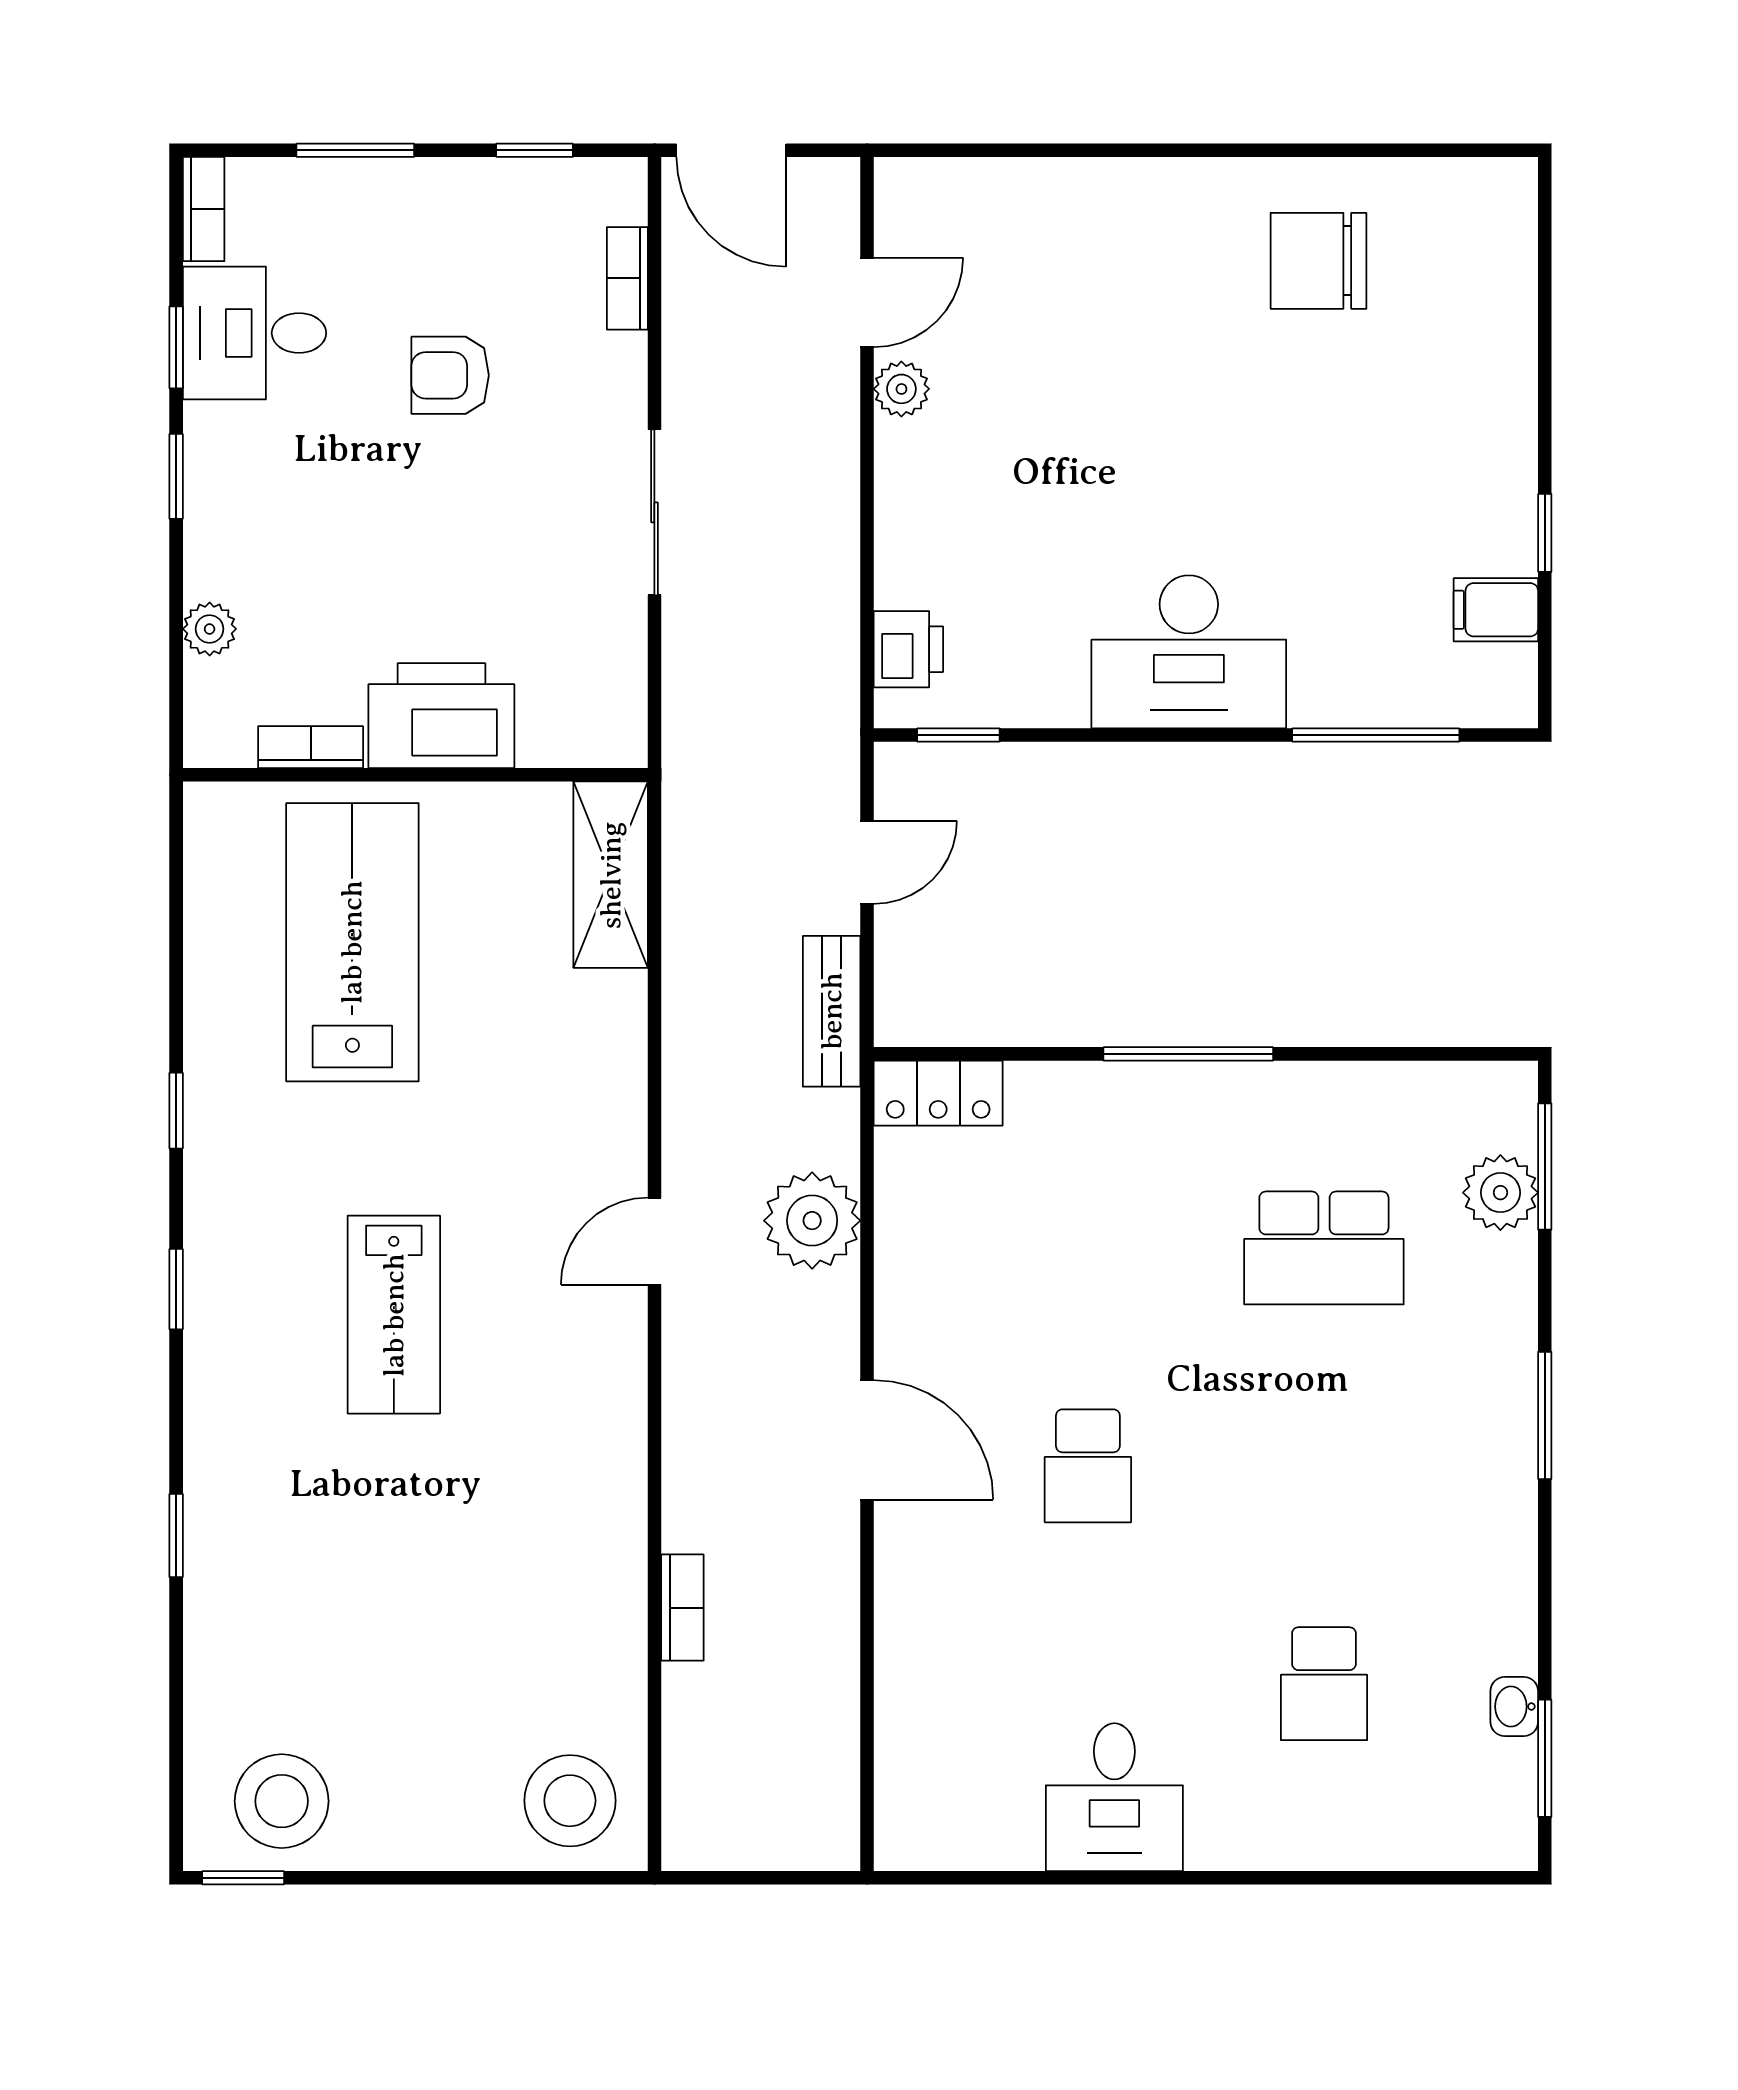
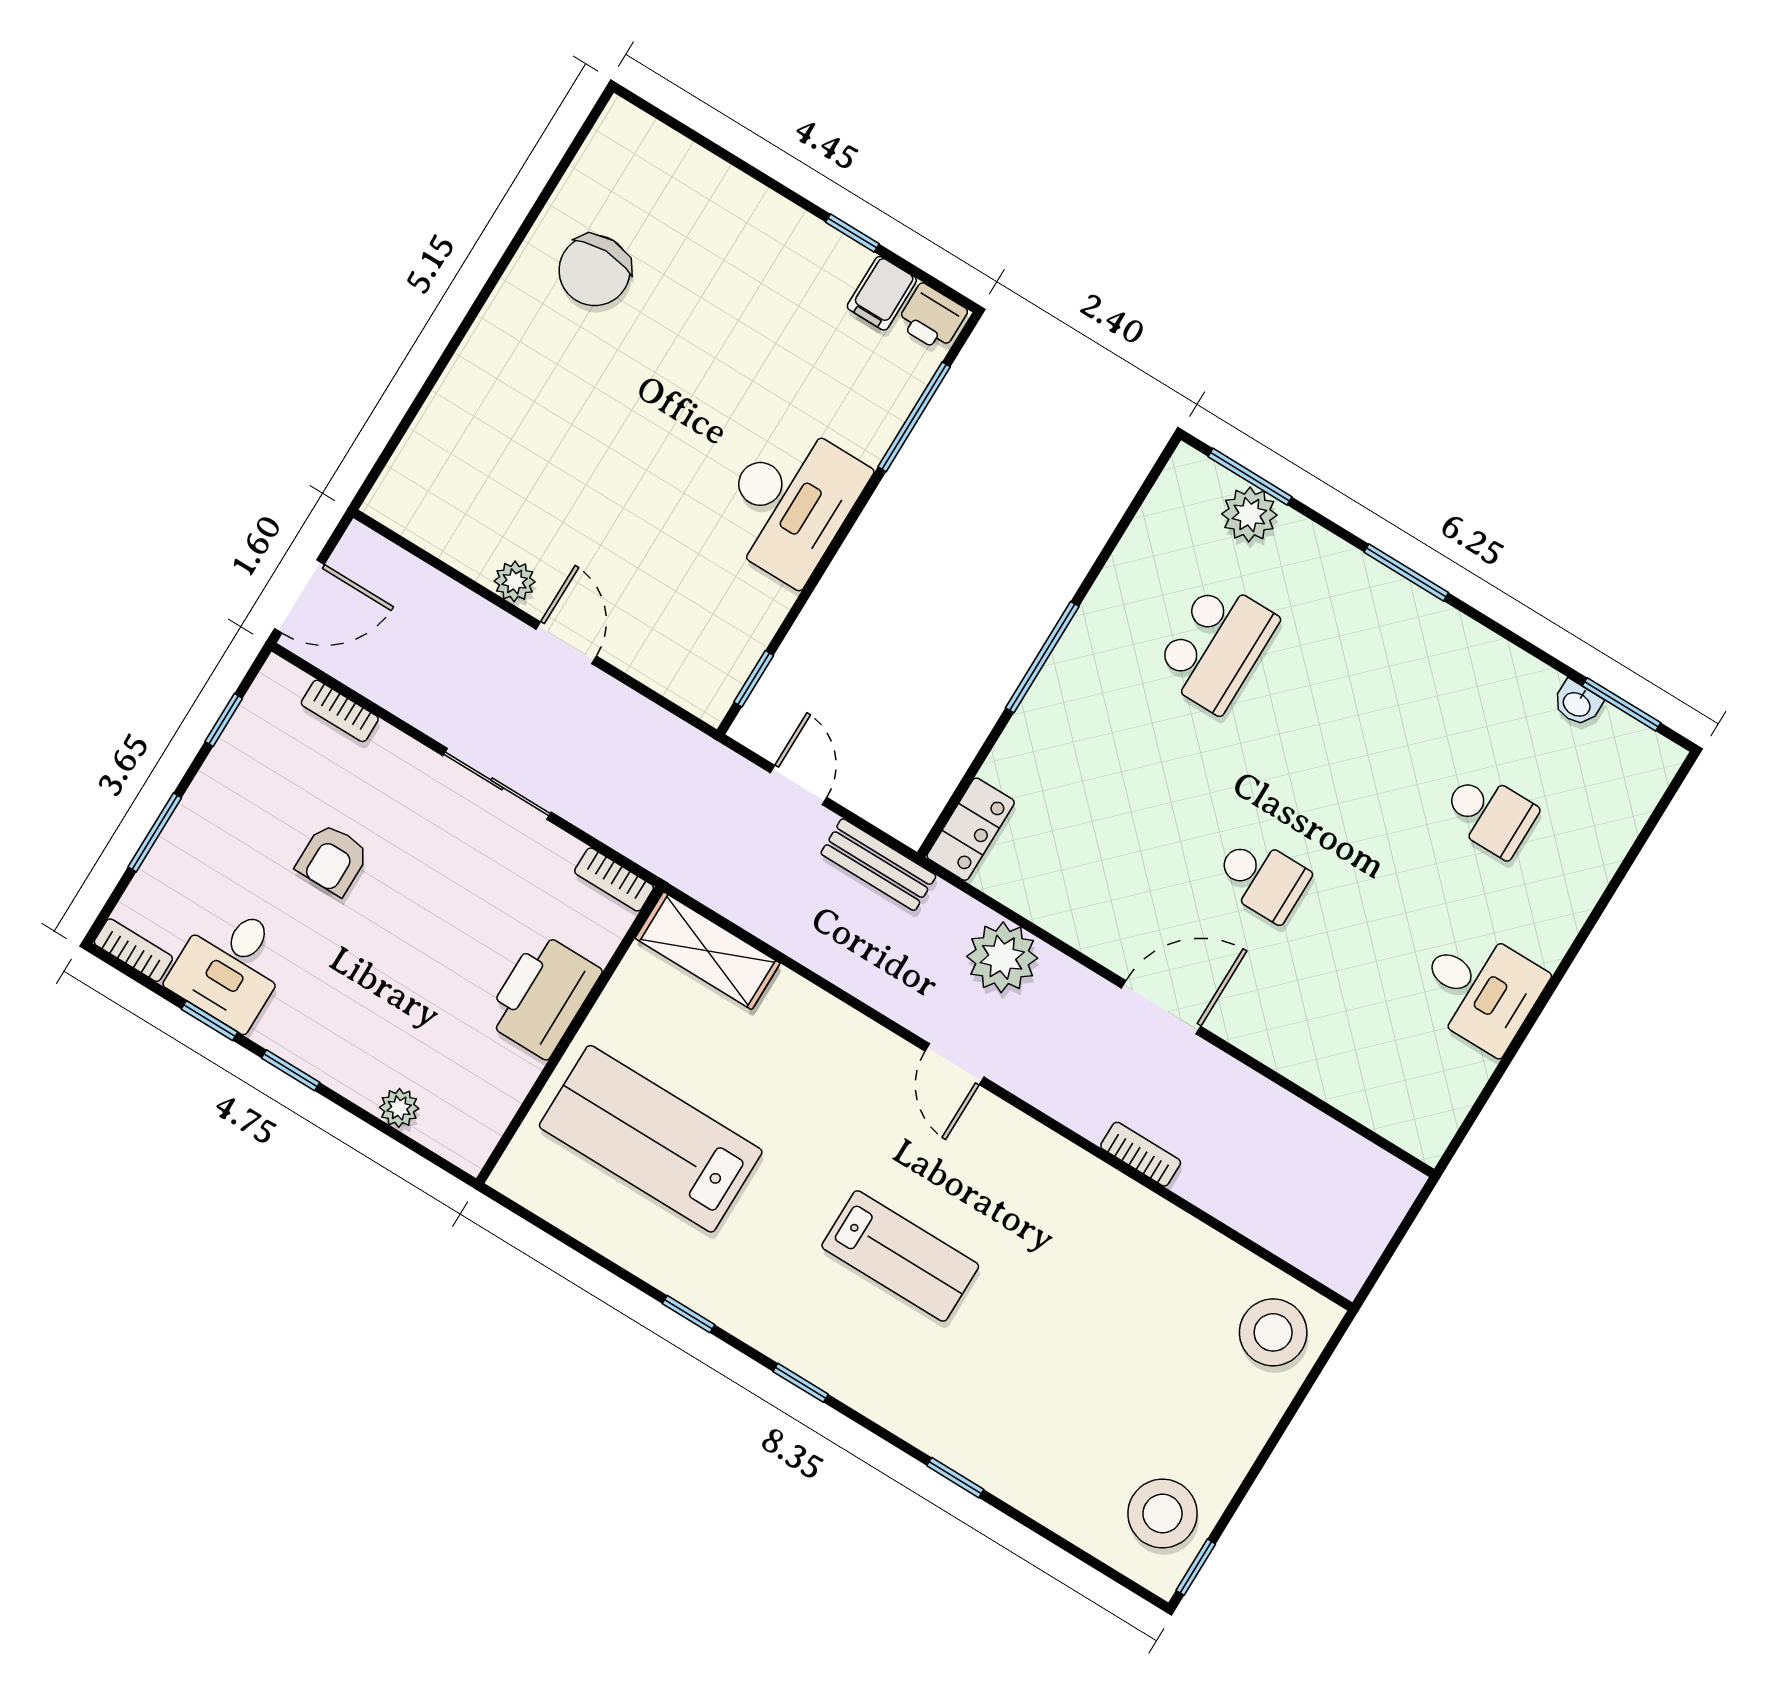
door: (867, 303) -> (566, 643), moved
printer: (908, 649) -> (932, 317), moved, turned 180
bookcase: (311, 747) -> (614, 879), moved, turned -90
bookcase: (682, 1608) -> (1141, 1154), moved

